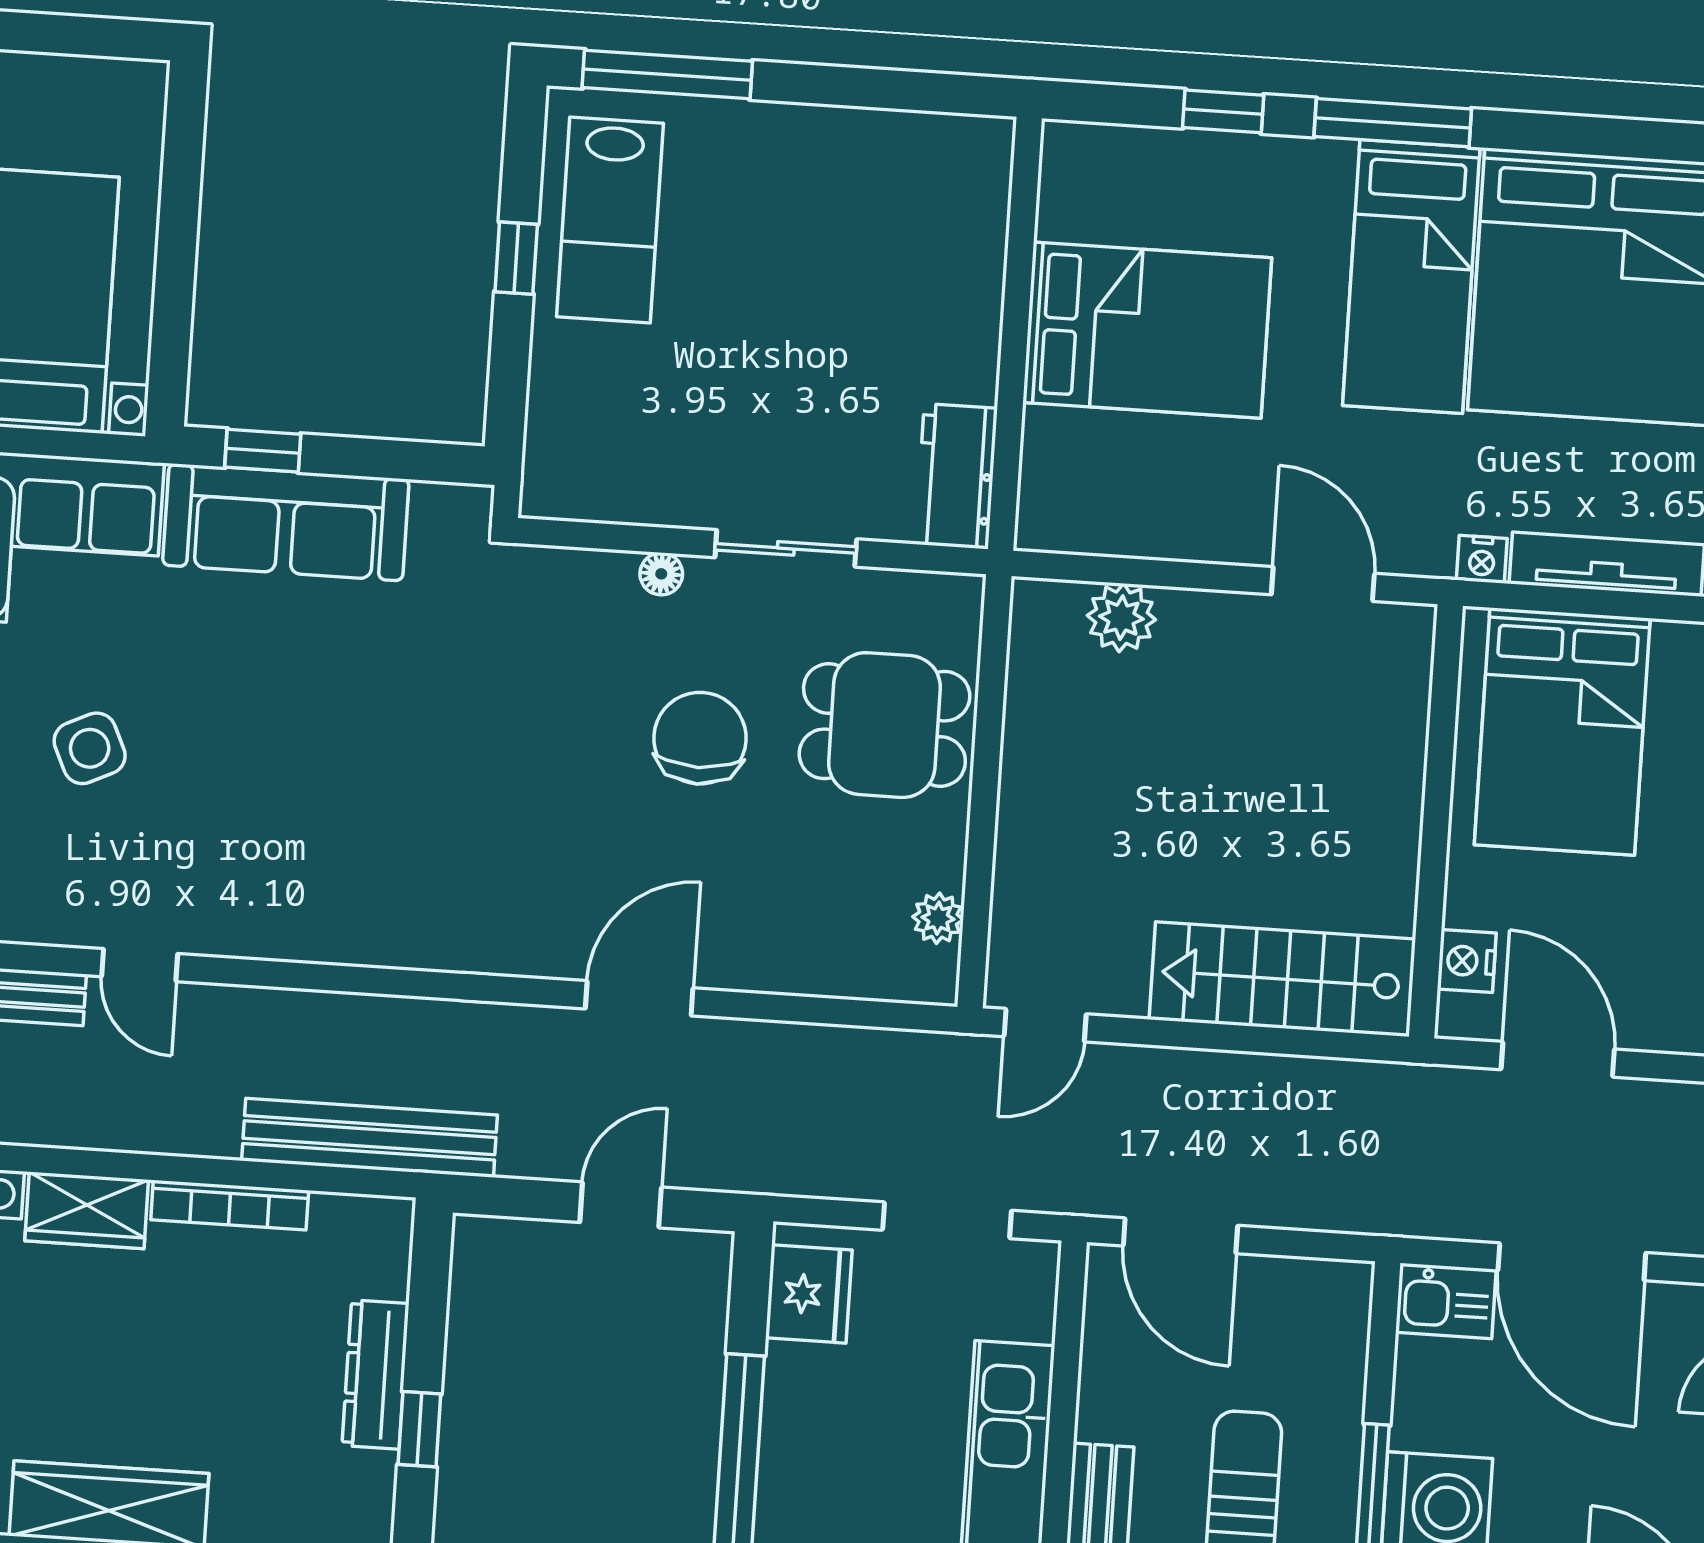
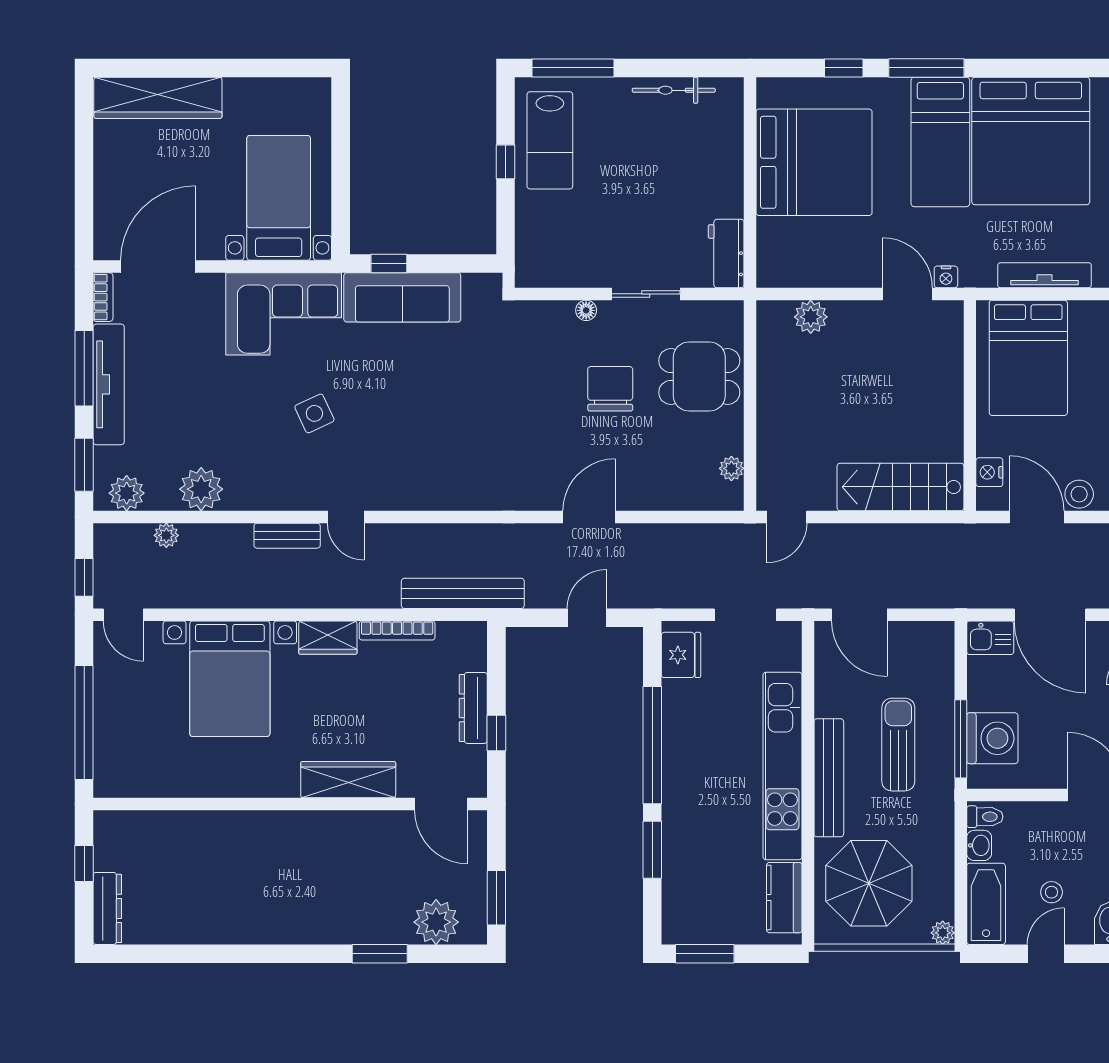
bicycle: (871, 134) -> (674, 90), added
bed: (1147, 330) -> (814, 162), width x1.36
nightstand: (1482, 559) -> (946, 277), moved
stool: (1648, 1018) -> (1079, 494), added

